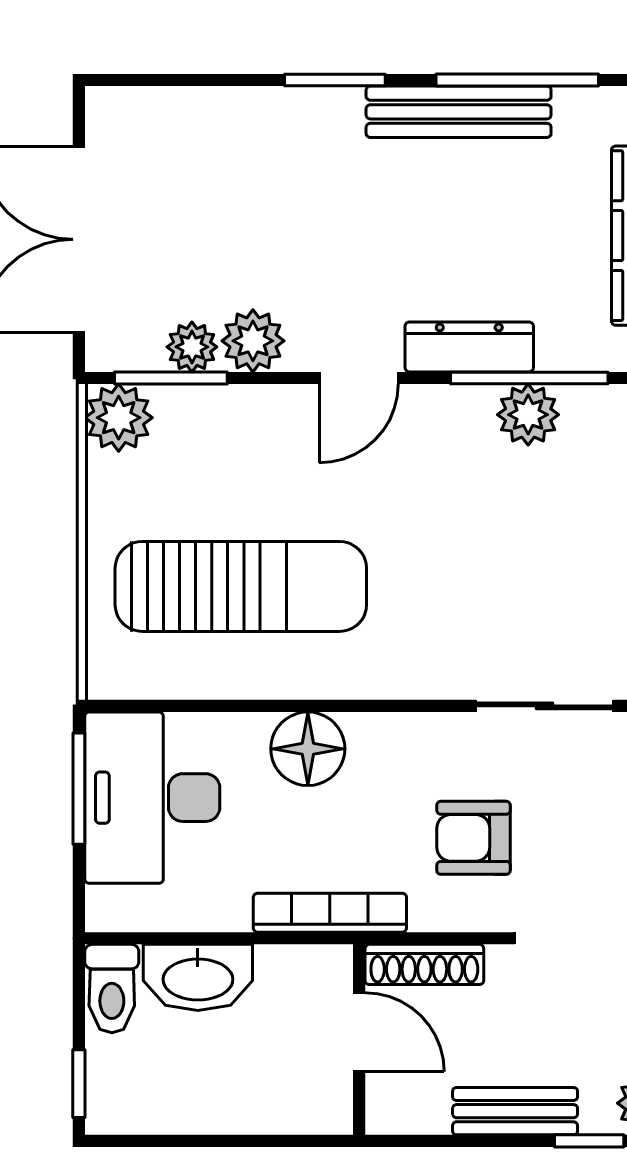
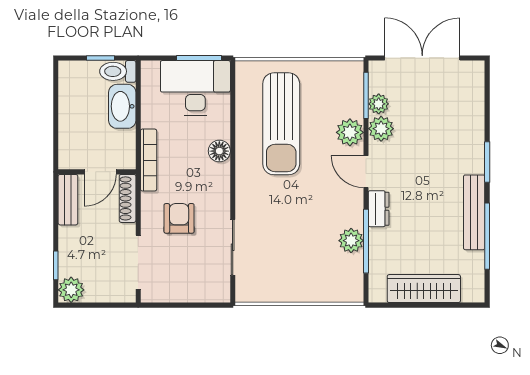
dresser: (469, 347) -> (379, 209), width x0.70
plant: (119, 418) -> (350, 132), moved
floor lamp: (308, 749) -> (219, 151), width x0.73, depth x0.73
window: (79, 1084) -> (100, 58), moved
bench: (515, 1111) -> (68, 200), moved

